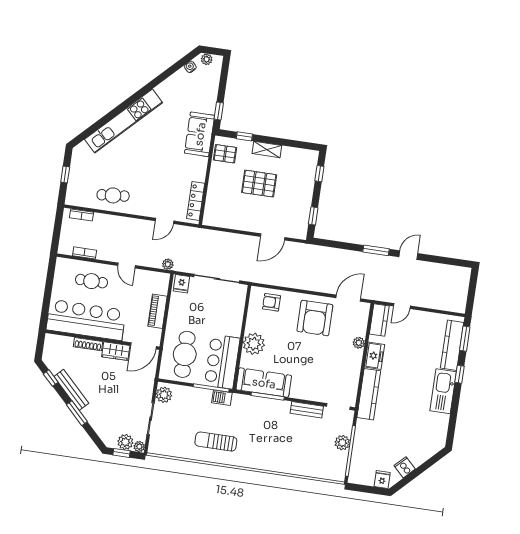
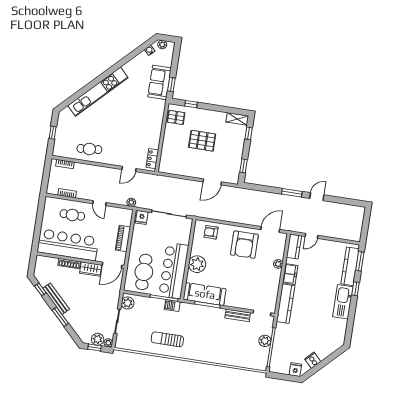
sofa: (200, 134) -> (159, 82), moved
shelving: (267, 149) -> (237, 119), moved
locker: (196, 201) -> (152, 159), width x0.66
bar counter: (222, 362) -> (174, 271), width x1.36

